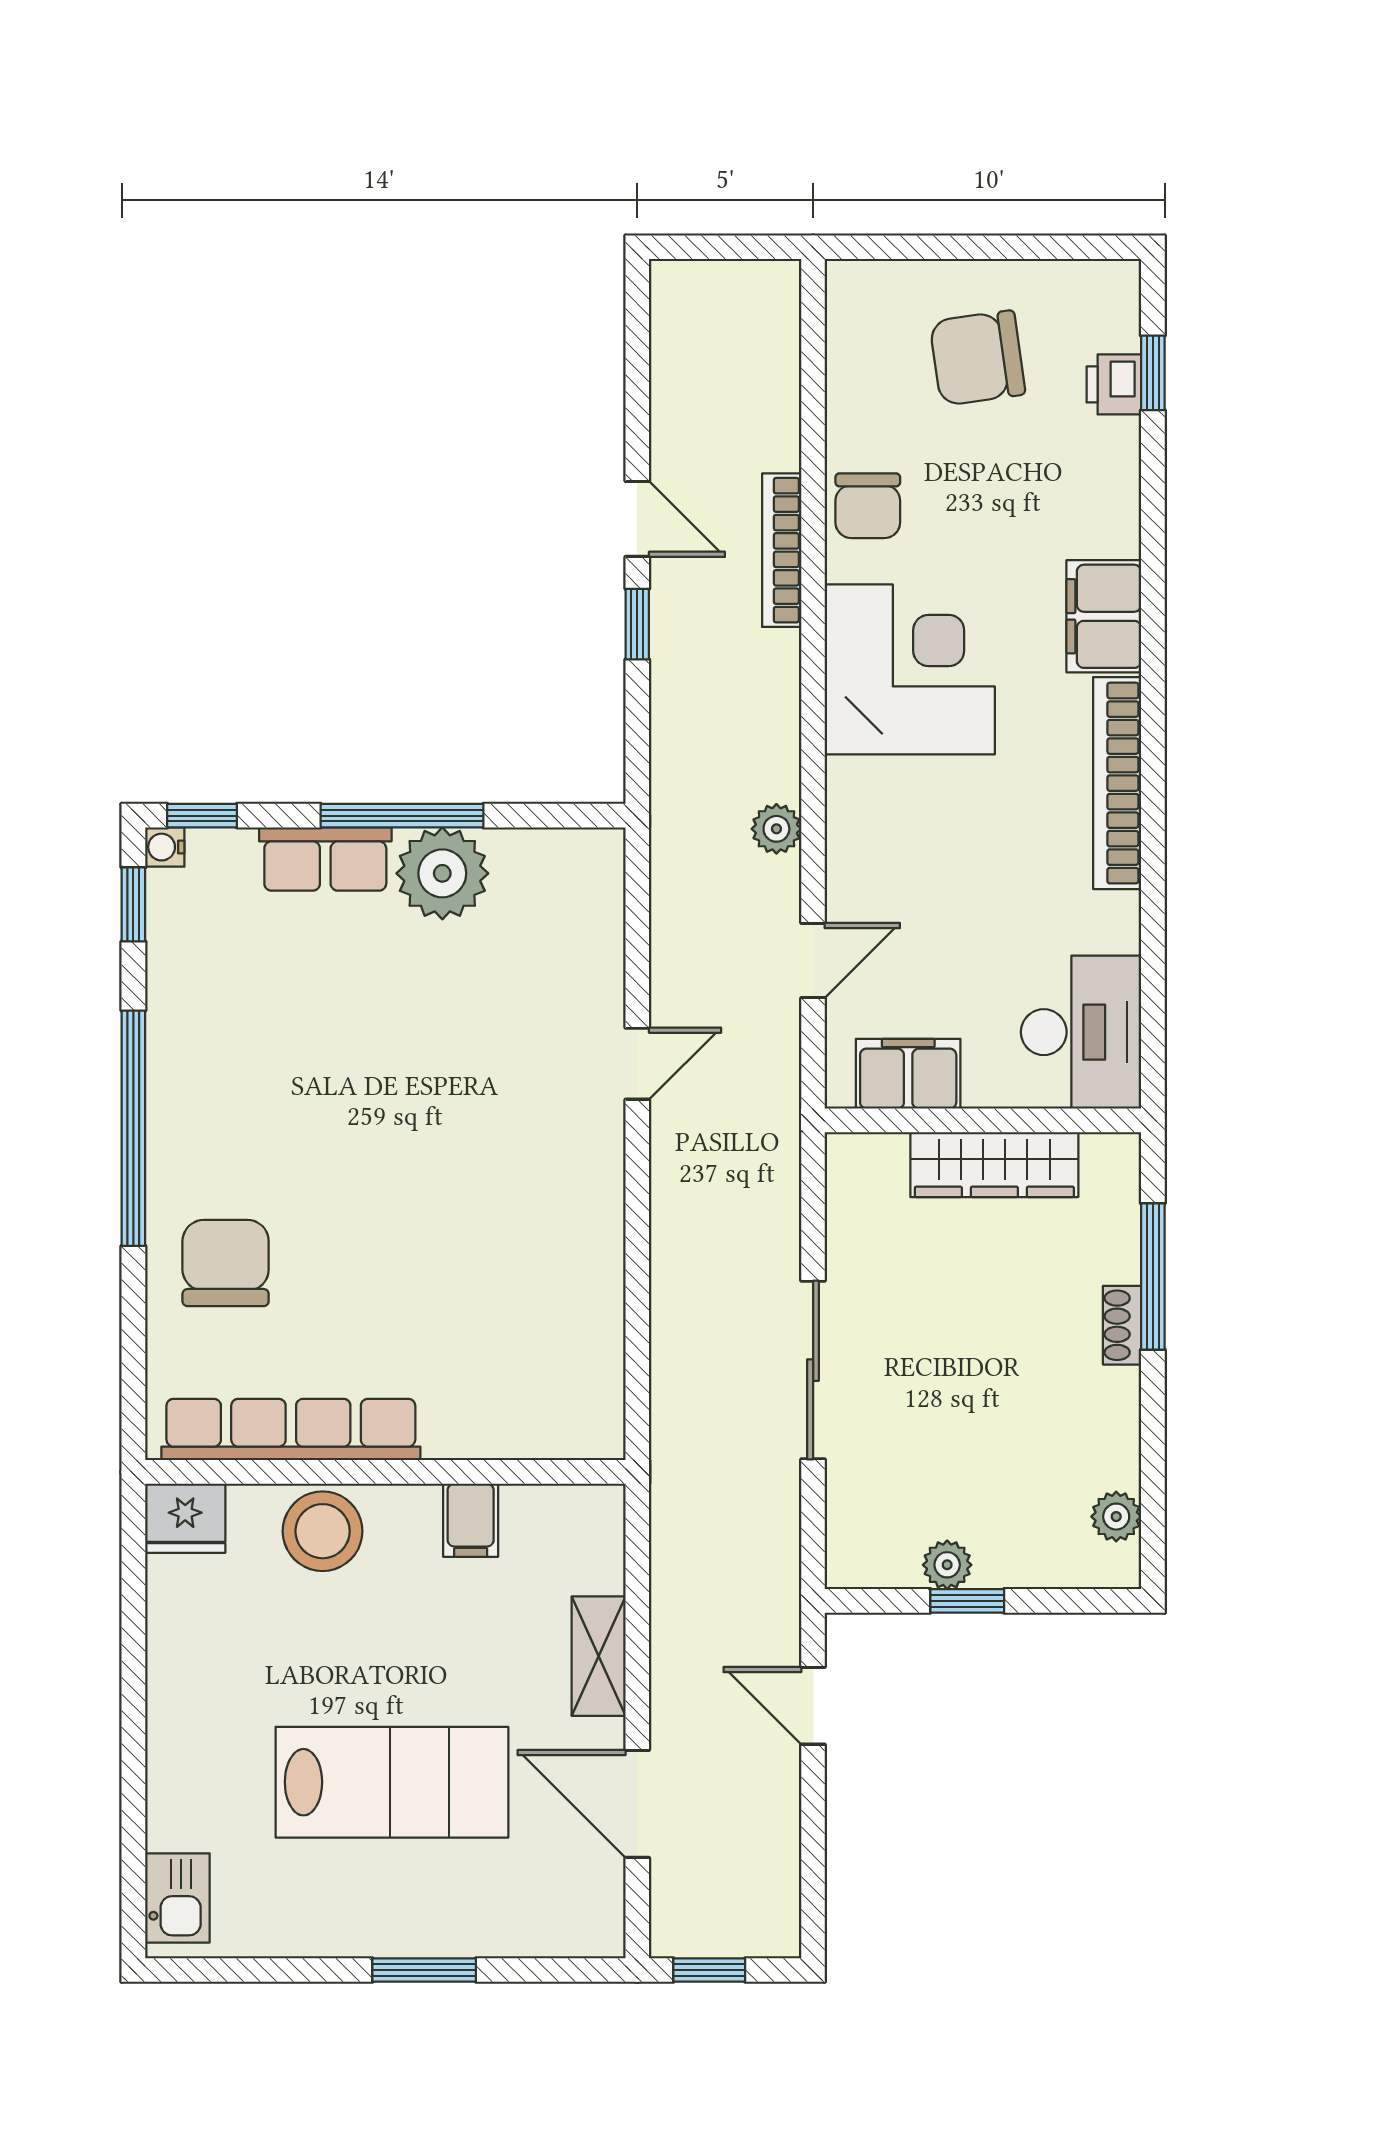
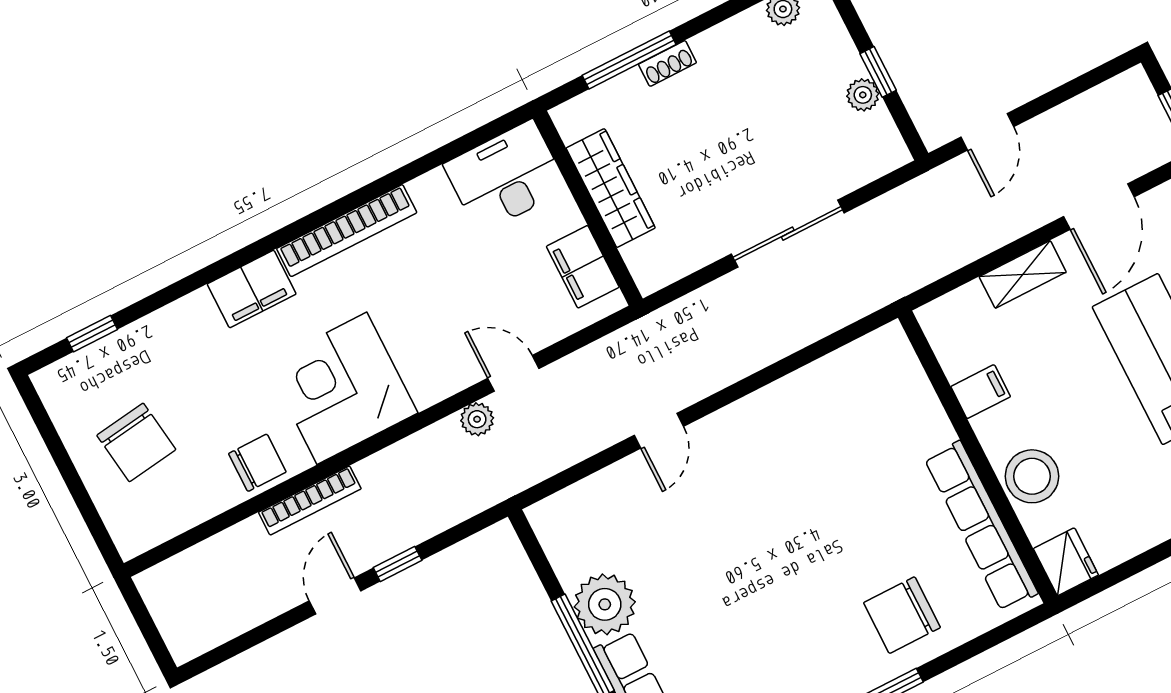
printer: (1114, 384) -> (111, 353), removed
door: (813, 961) -> (513, 373), moved
door: (637, 1064) -> (659, 431), swing flipped

